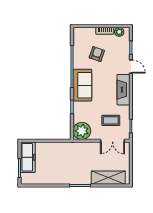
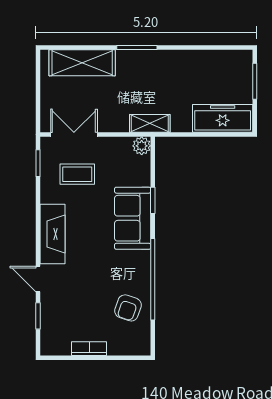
plant: (119, 32) -> (61, 347), removed
armchair: (97, 54) -> (128, 308), moved
sofa: (82, 85) -> (133, 218), moved
plant: (82, 131) -> (142, 146), width x0.53, depth x0.53
shelving: (74, 146) -> (150, 123), added
freezer: (28, 157) -> (223, 118), moved, turned 90

